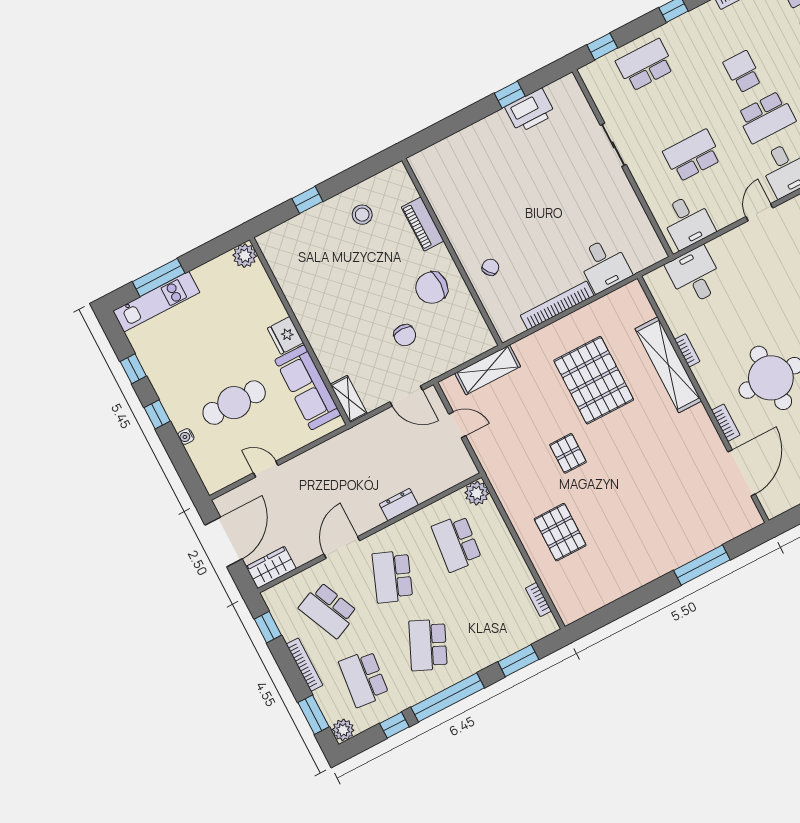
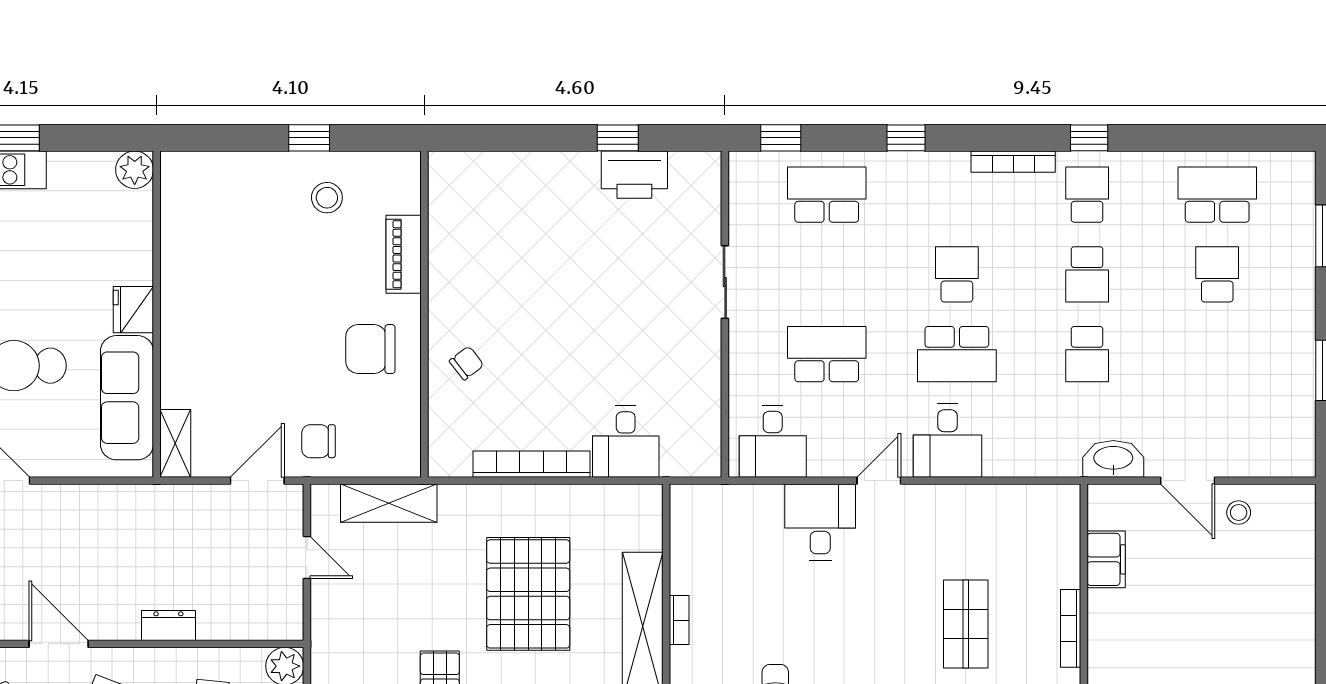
window: (307, 200) -> (309, 138), moved
desk: (695, 276) -> (820, 522), moved
chair: (405, 335) -> (318, 441), moved, turned 90
door: (406, 396) -> (257, 481), swing flipped
door: (342, 547) -> (59, 644), hinge flipped

